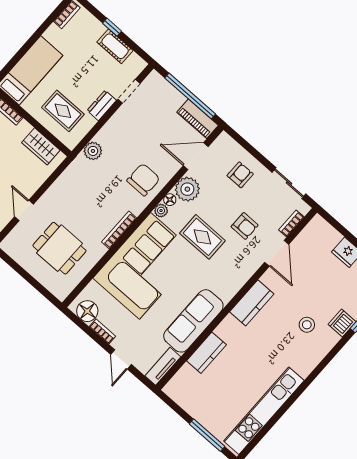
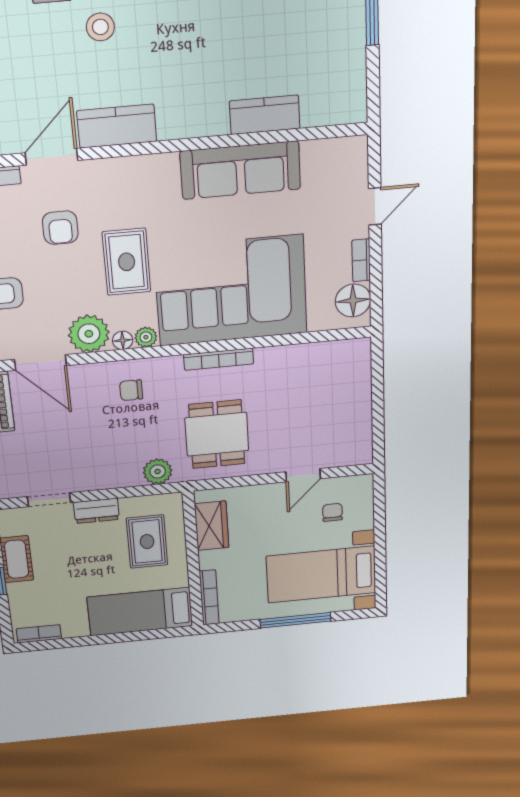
chair: (143, 180) -> (131, 390), width x0.54, depth x0.54
armchair: (245, 226) -> (60, 228), turned 180
dining table: (59, 248) -> (217, 434), moved
kitchen counter: (252, 303) -> (117, 126), moved
tv unit: (163, 366) -> (335, 150), removed

